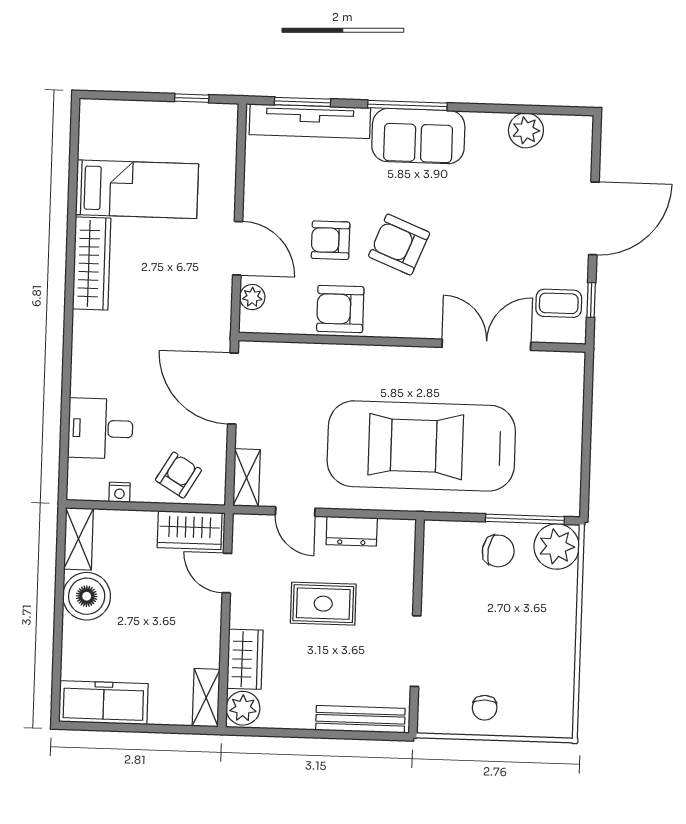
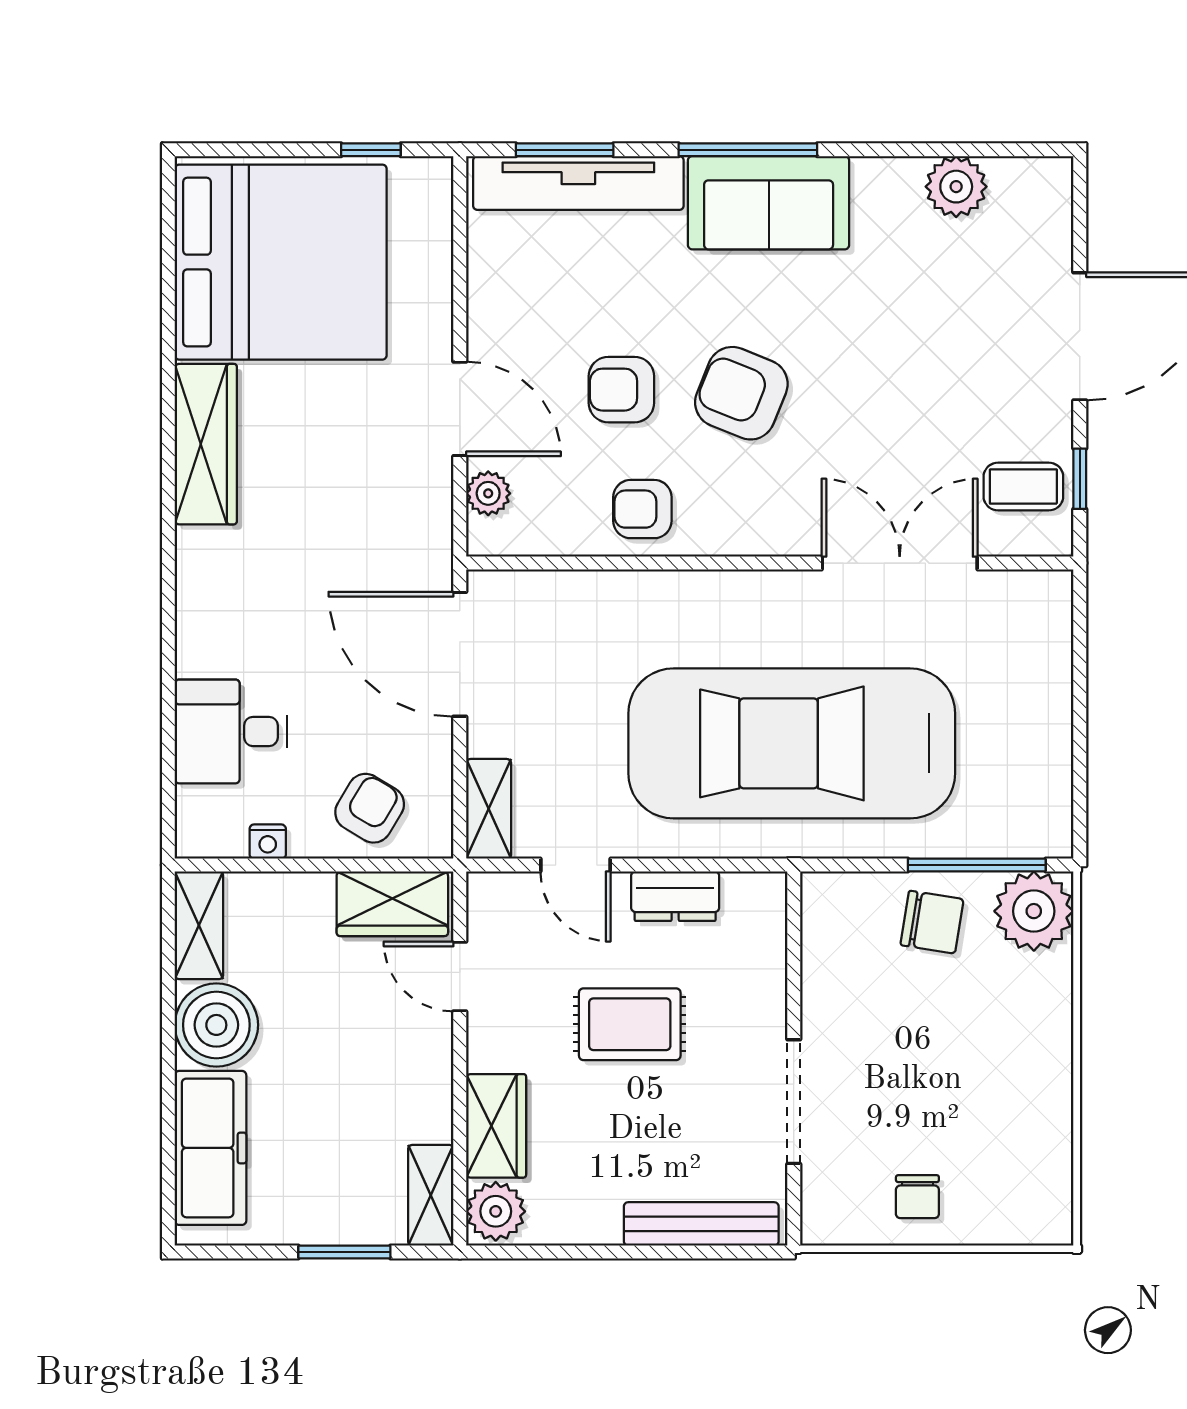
bed: (137, 189) -> (281, 262), width x2.04
armchair: (340, 309) -> (642, 509), width x0.72, depth x0.72
freezer: (103, 703) -> (210, 1148), moved, turned 90
window: (156, 729) -> (344, 1252), added

